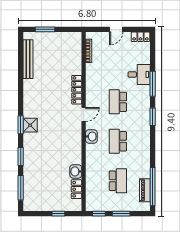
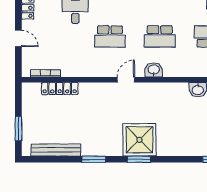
locker: (77, 90) -> (60, 88), moved
door: (84, 114) -> (126, 80), hinge flipped
shower: (30, 125) -> (139, 140), width x1.86, depth x1.86
window: (21, 157) -> (94, 159), moved

